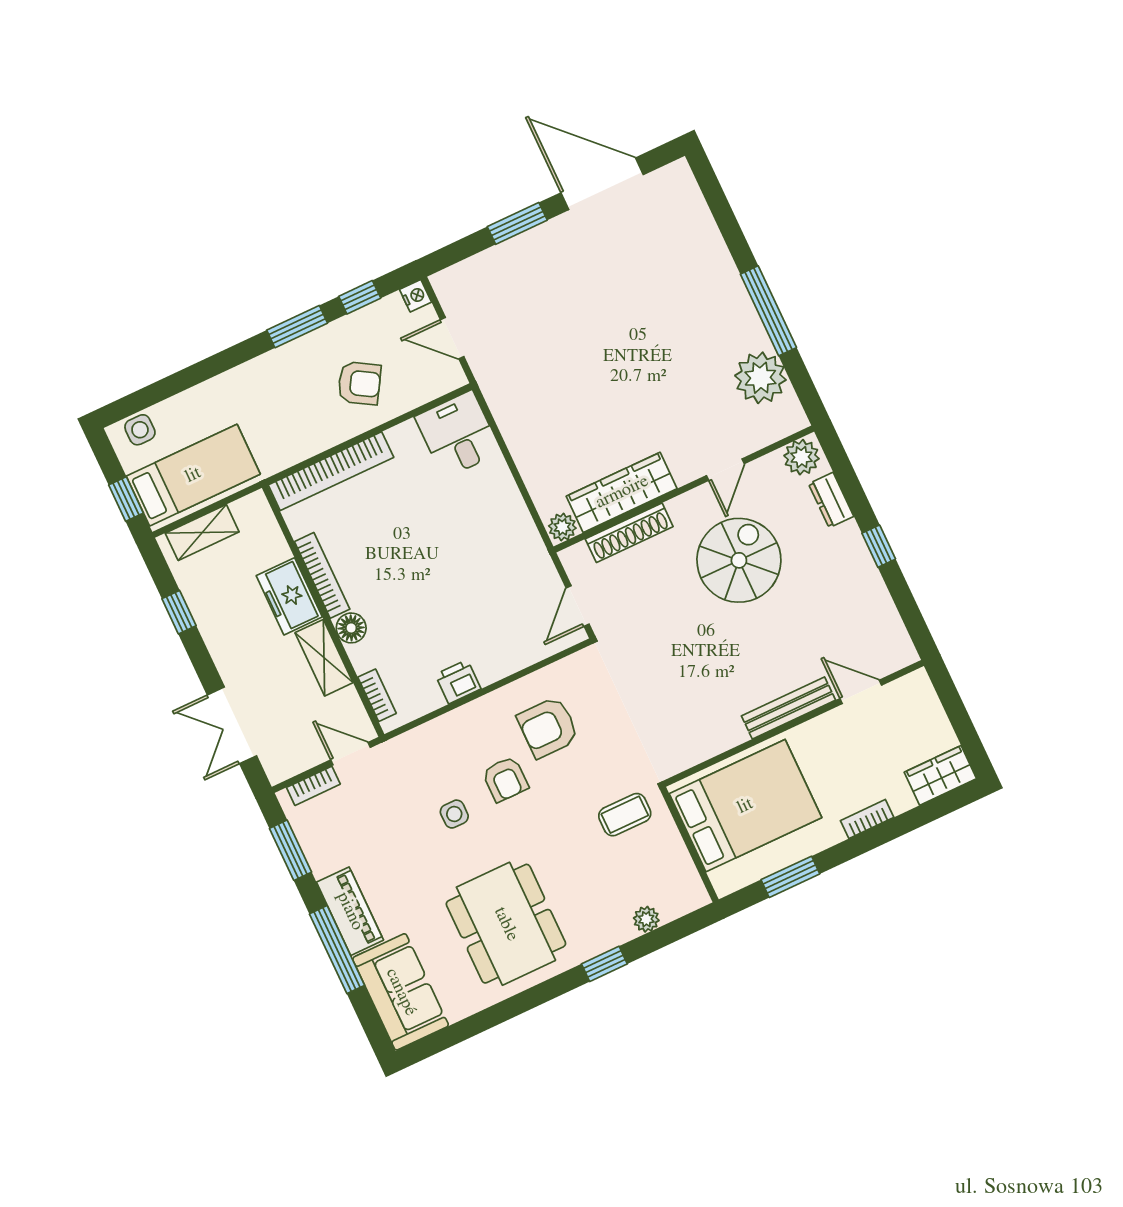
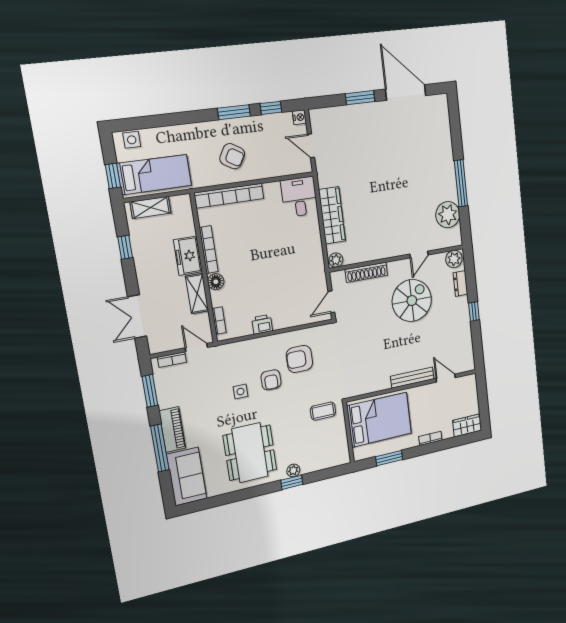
armchair: (359, 383) -> (232, 156), moved
wardrobe: (622, 492) -> (332, 215), moved, turned 90
plant: (646, 919) -> (293, 470), moved

